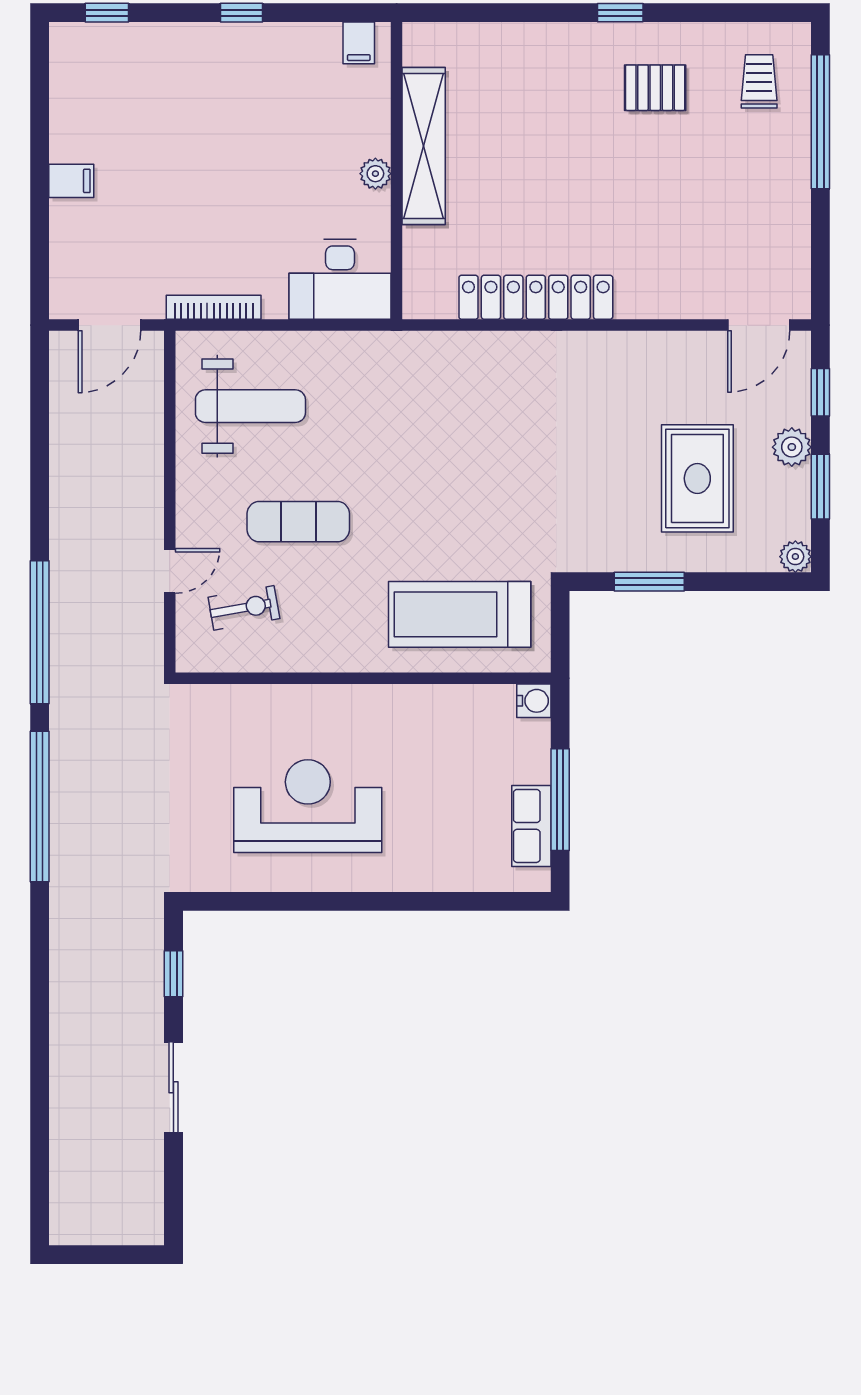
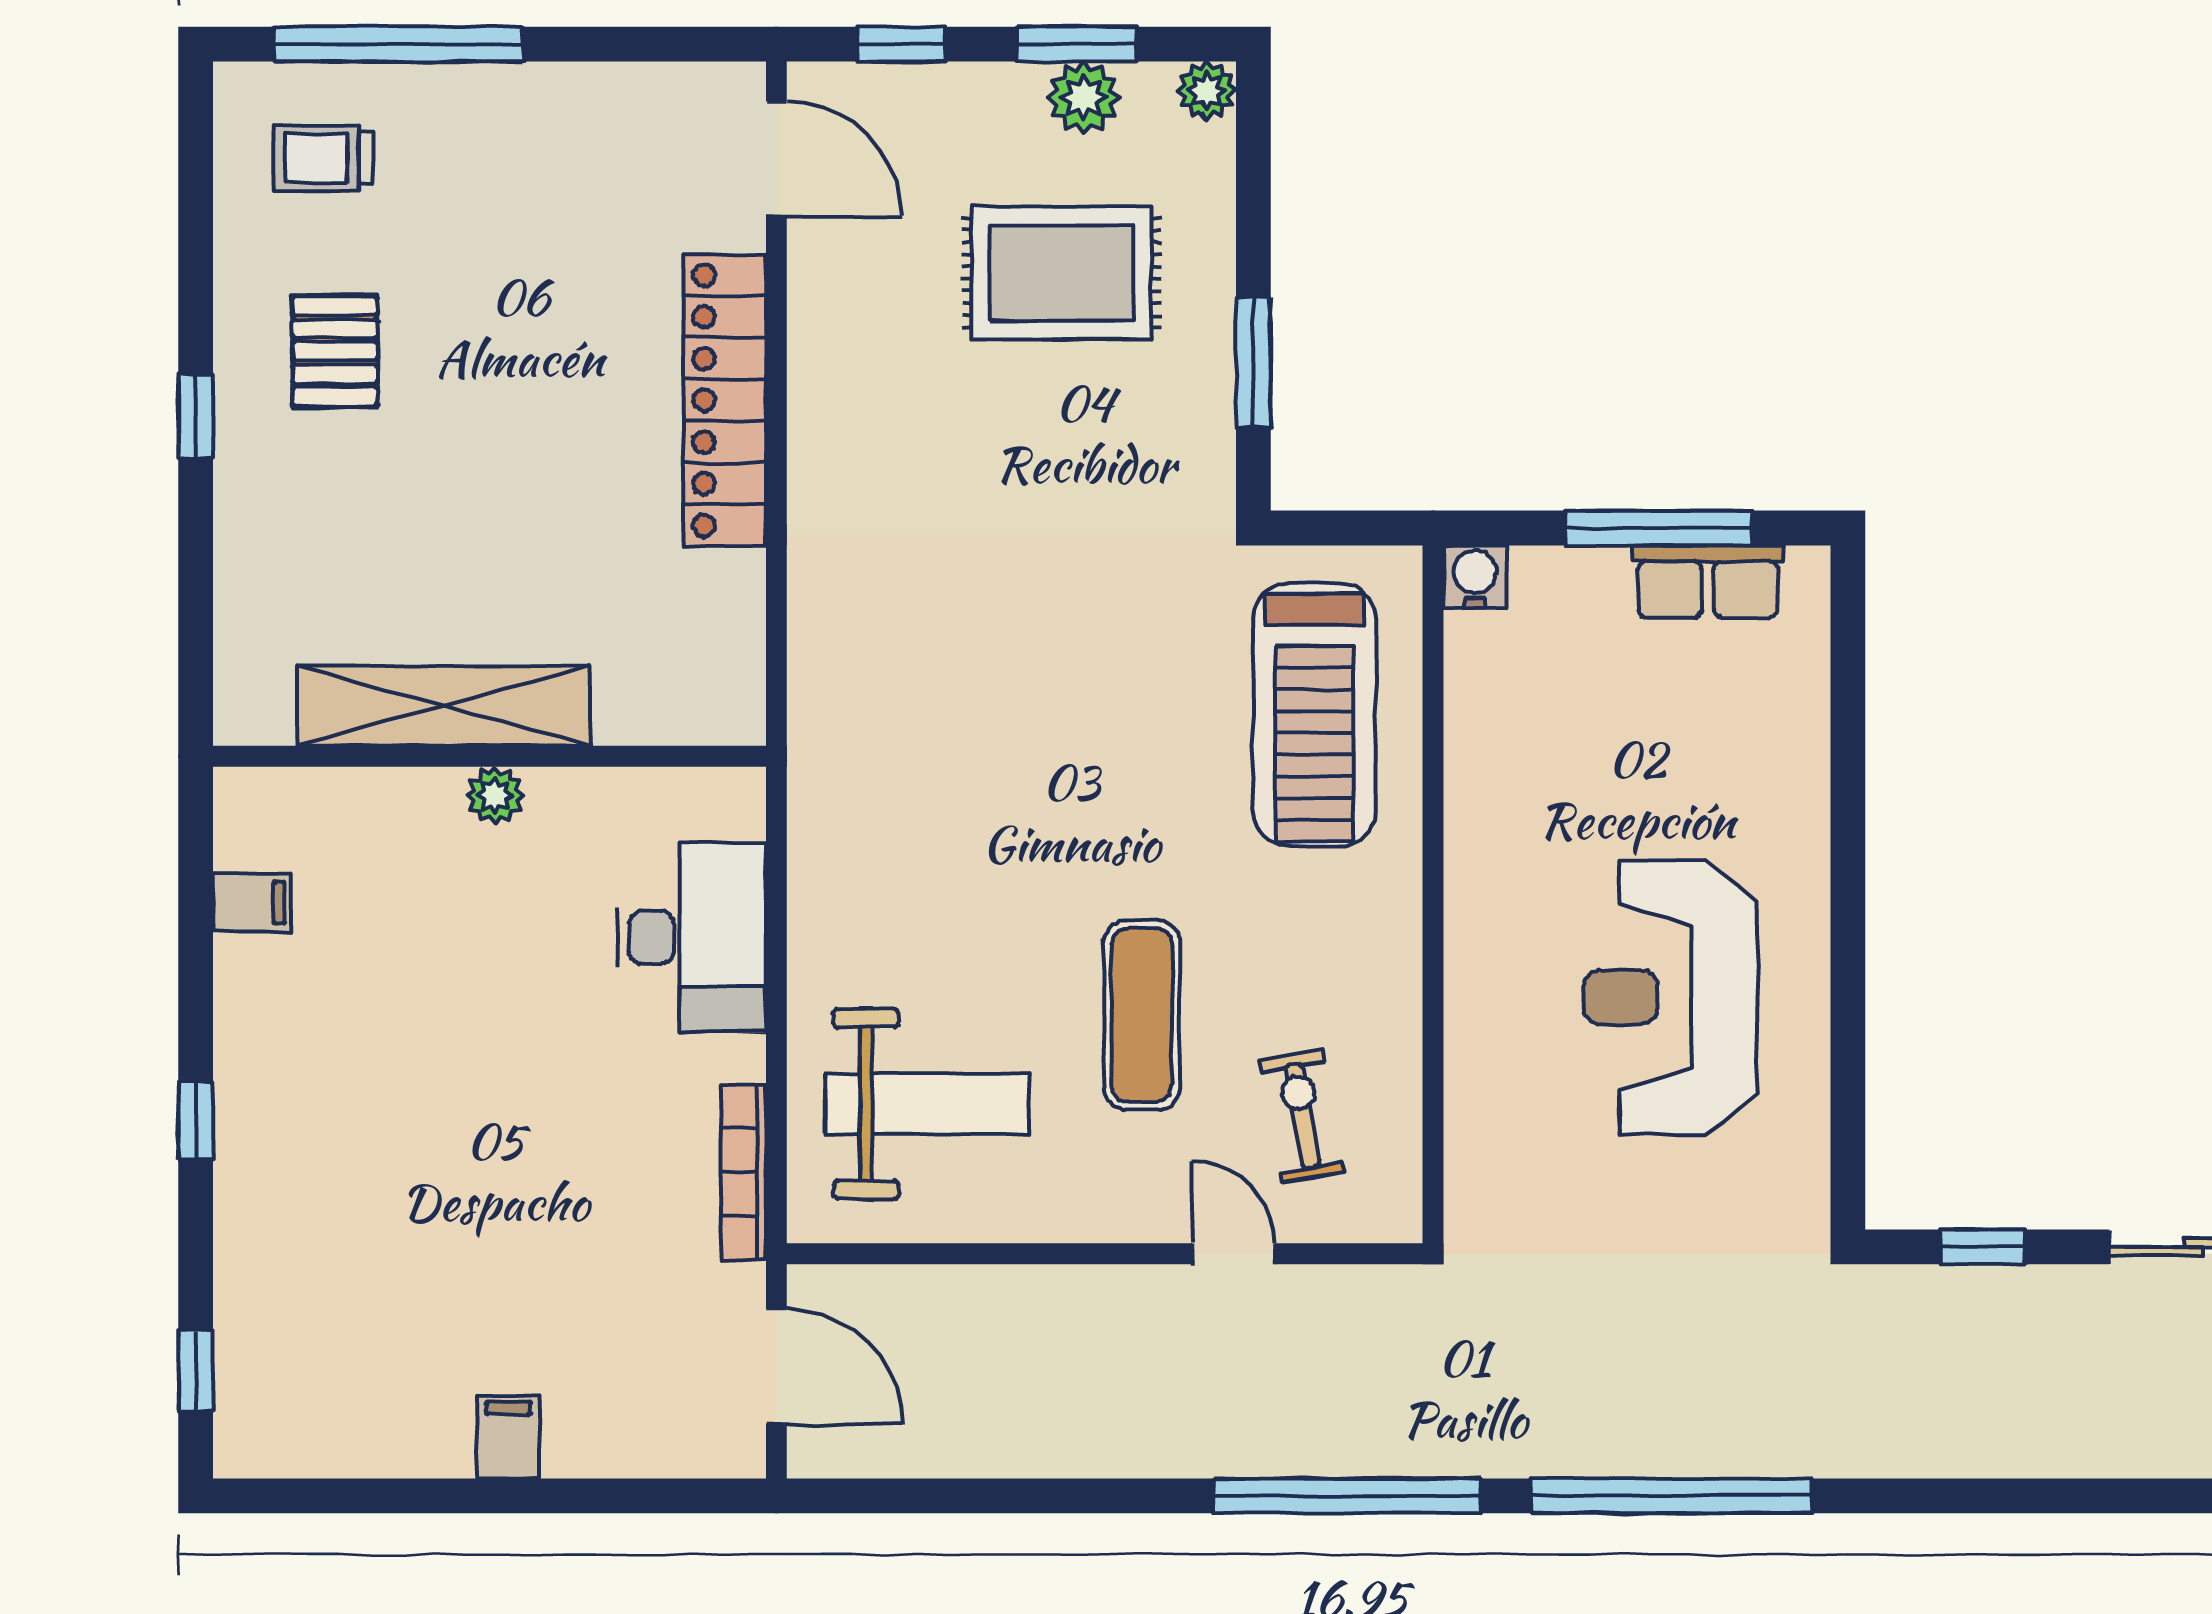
shelving: (424, 146) -> (444, 706), moved
wall: (397, 171) -> (489, 756), moved
plant: (375, 174) -> (495, 795), moved
locker: (536, 297) -> (725, 400), moved
weight bench: (250, 406) -> (927, 1104), turned 90
plant: (792, 447) -> (1084, 97), moved

